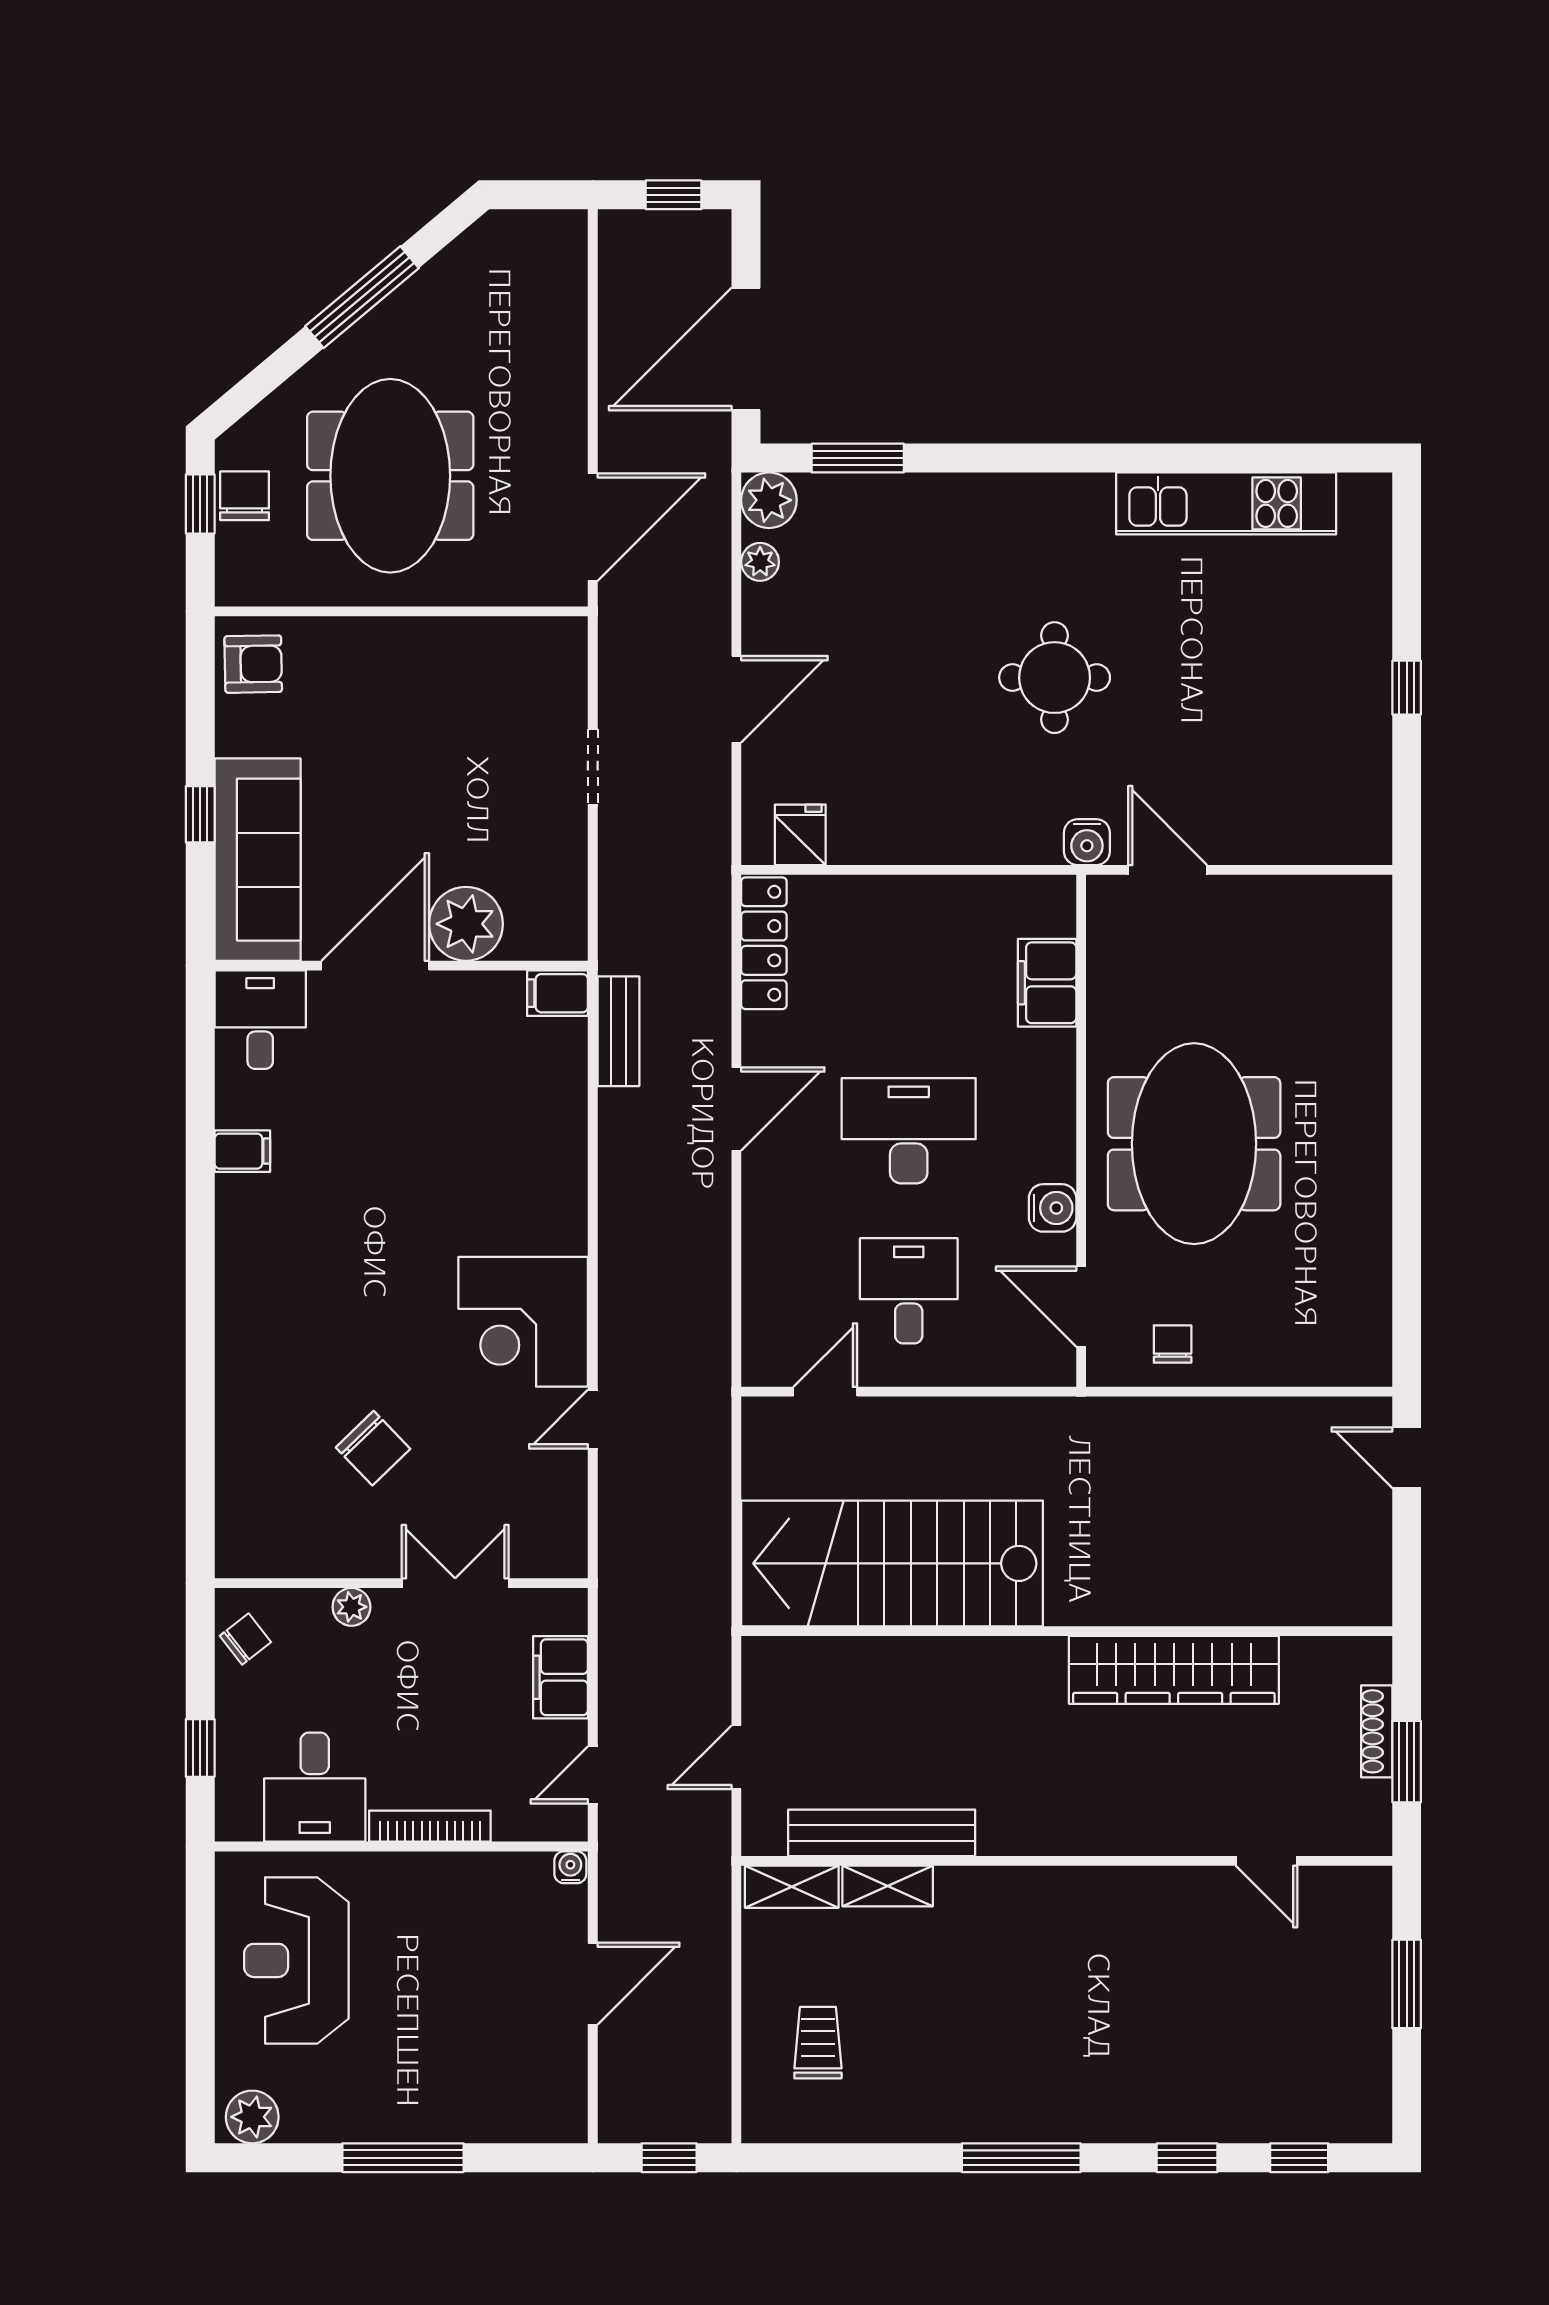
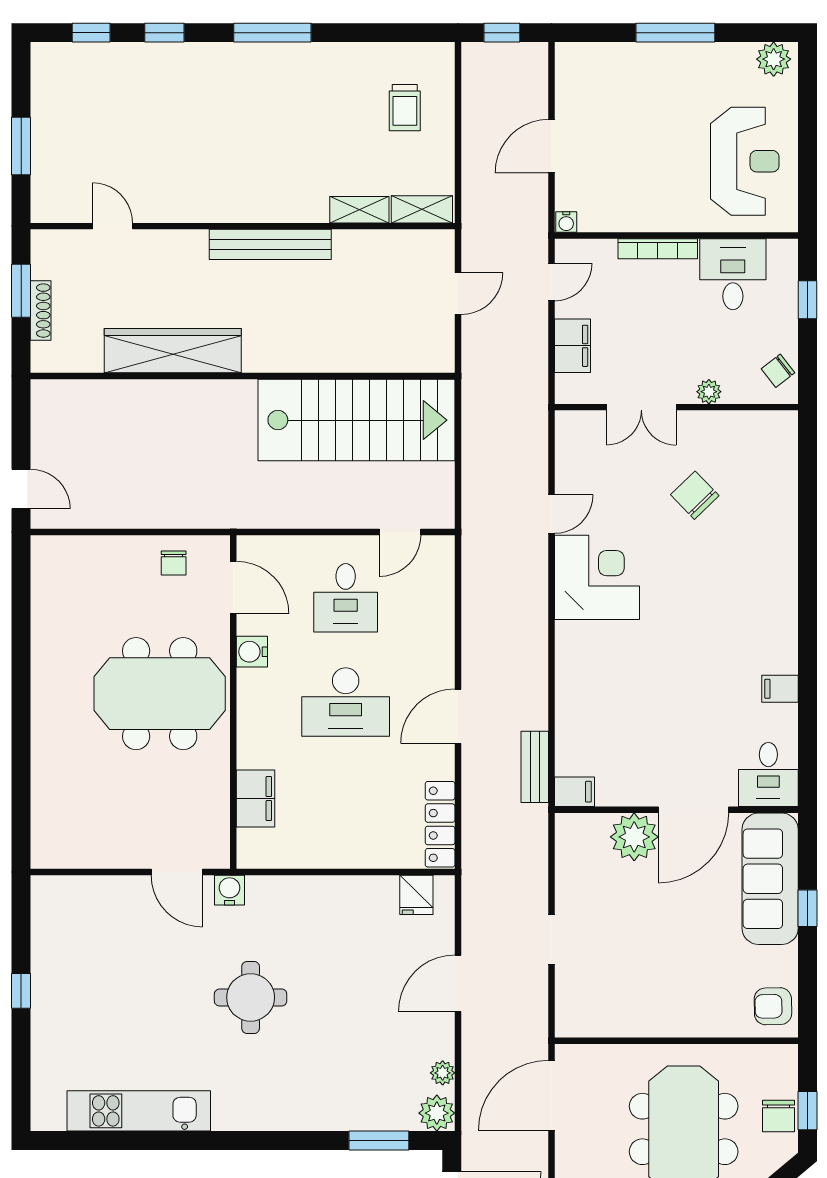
meeting table: (1194, 1144) -> (160, 694), turned 90
bench: (882, 1833) -> (270, 244), moved

